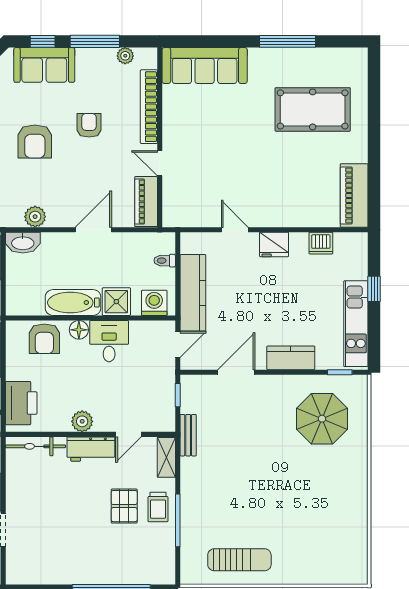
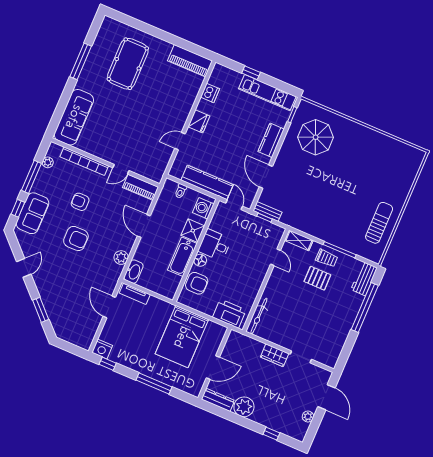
plant: (82, 421) -> (256, 282), removed
bench: (188, 435) -> (267, 212), moved
workbench: (91, 449) -> (364, 279), moved, turned 180

